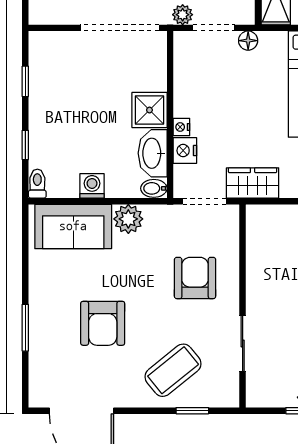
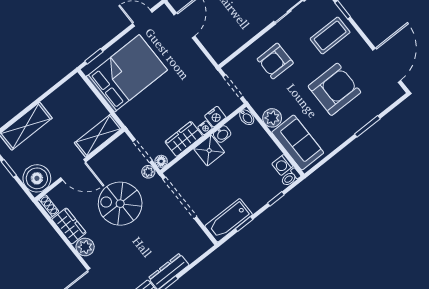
floor lamp: (248, 41) -> (161, 161), moved
bathtub: (45, 66) -> (229, 220), added
washbasin: (153, 153) -> (222, 134), width x0.52, depth x0.69
wardrobe: (253, 183) -> (184, 139), moved, turned 90
washing machine: (92, 186) -> (282, 165), moved
armchair: (103, 323) -> (334, 89), width x1.36, depth x1.36
coffee table: (173, 370) -> (330, 35), turned -51

